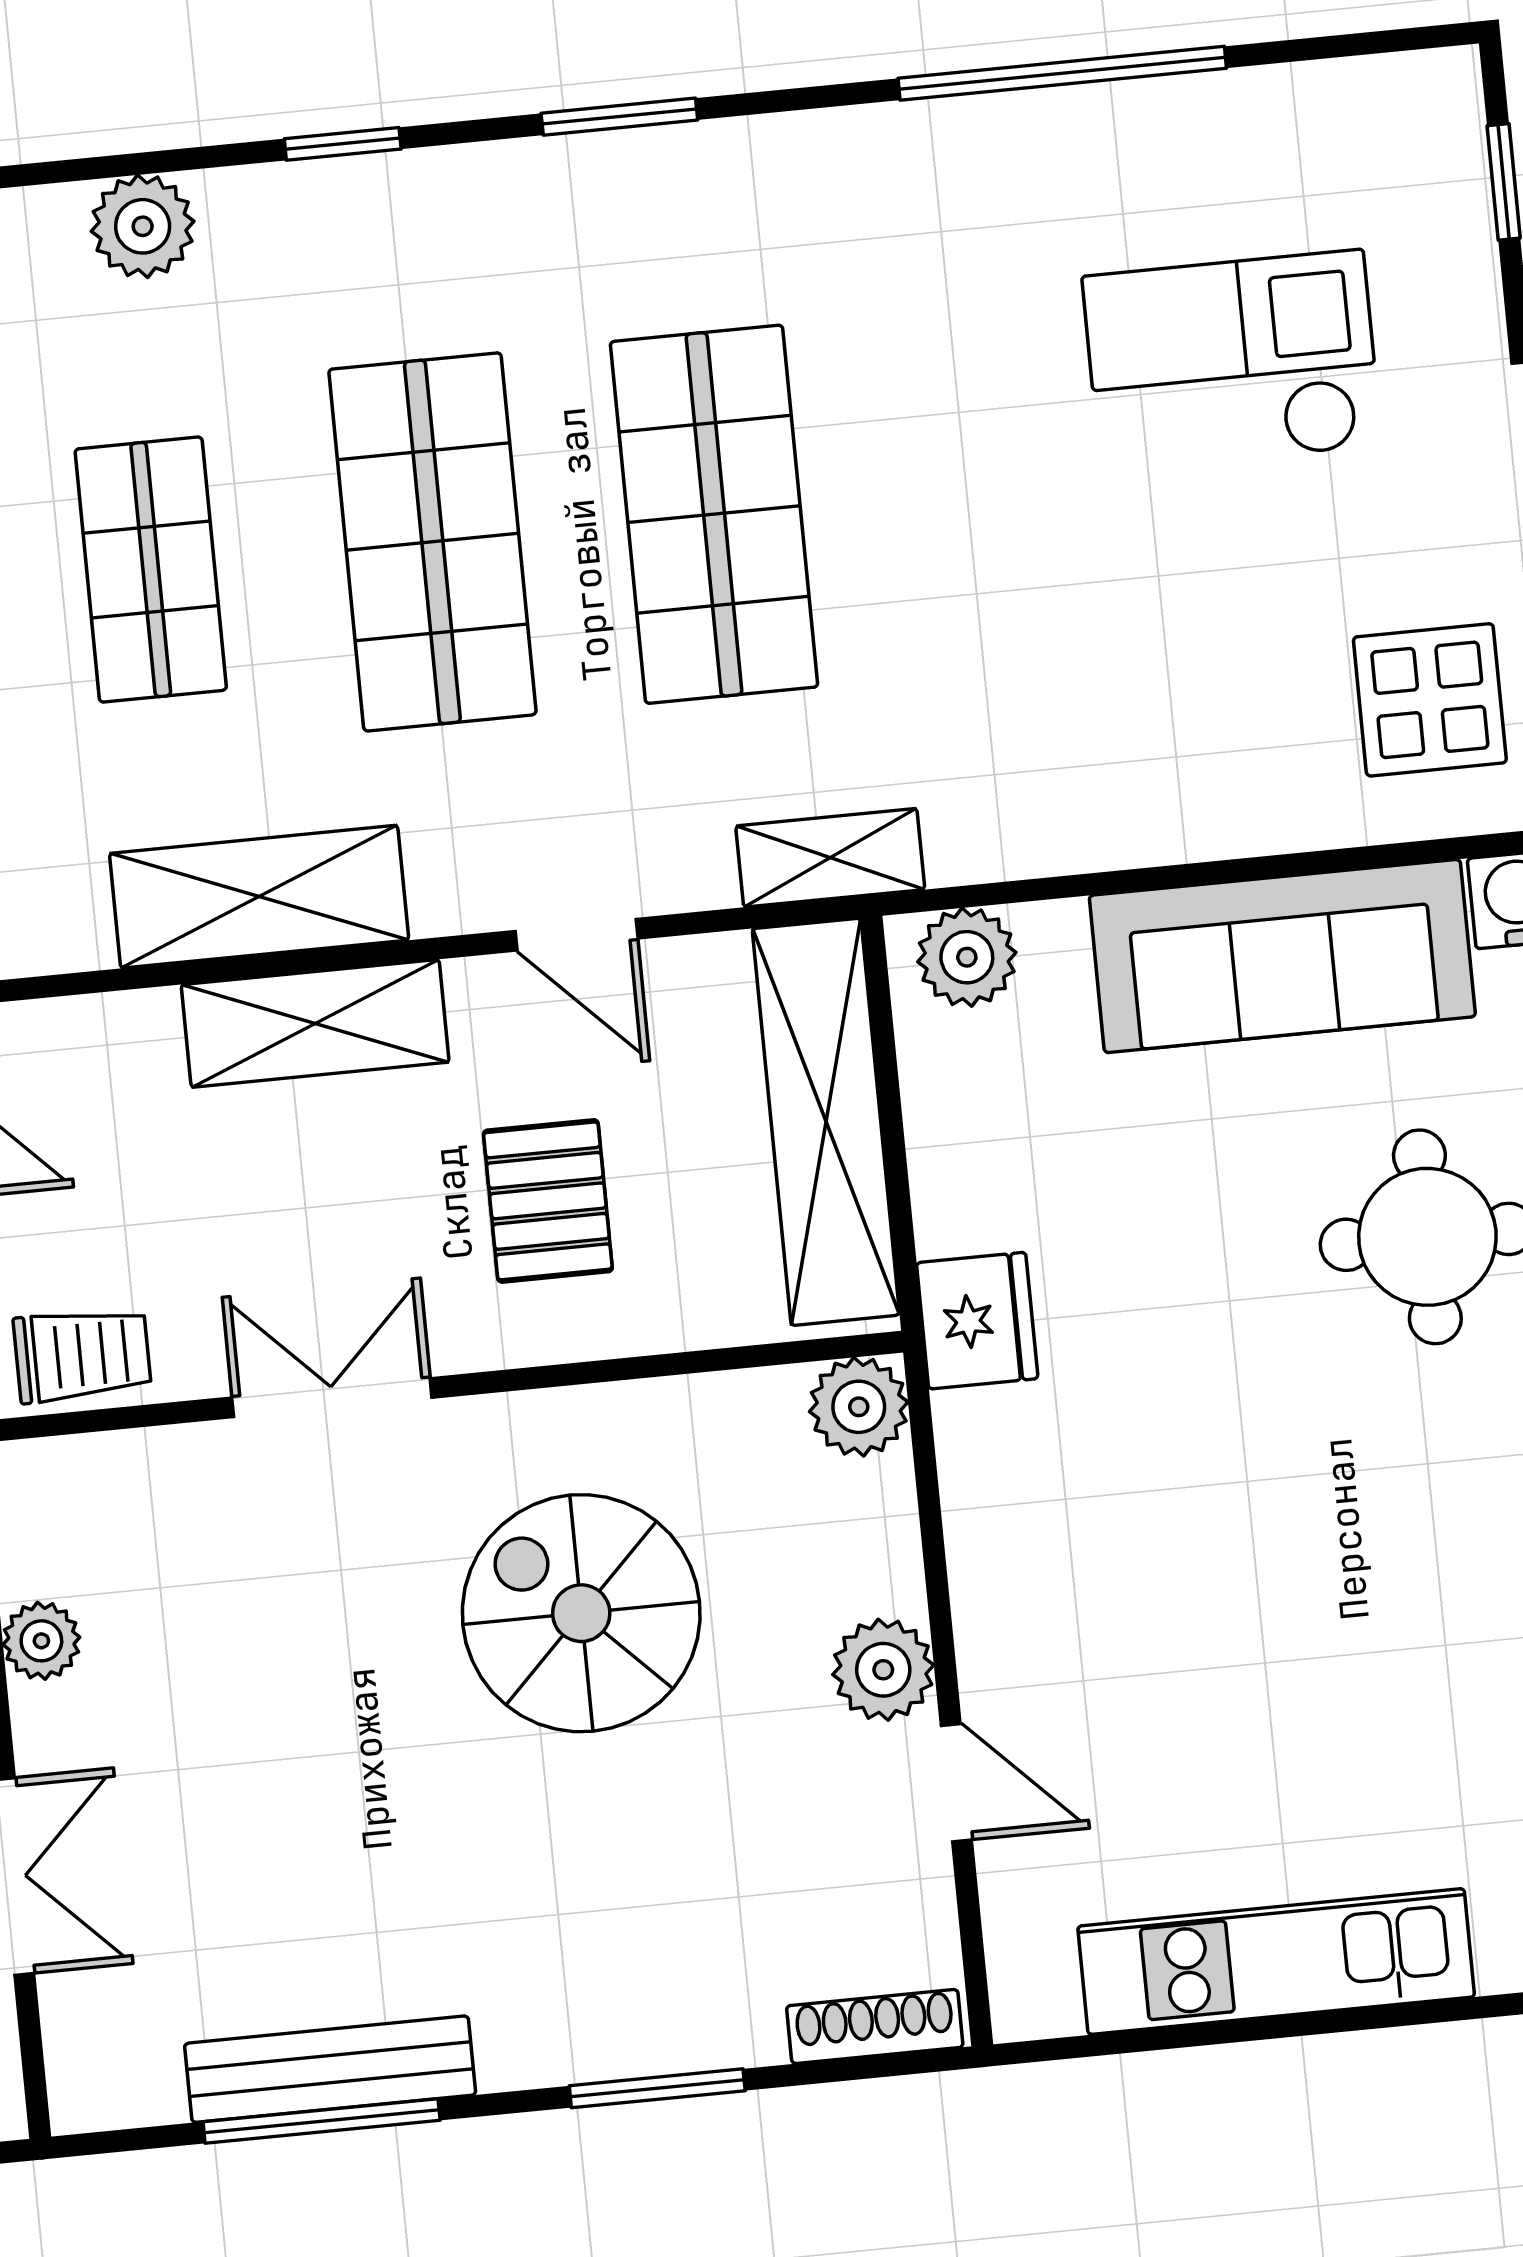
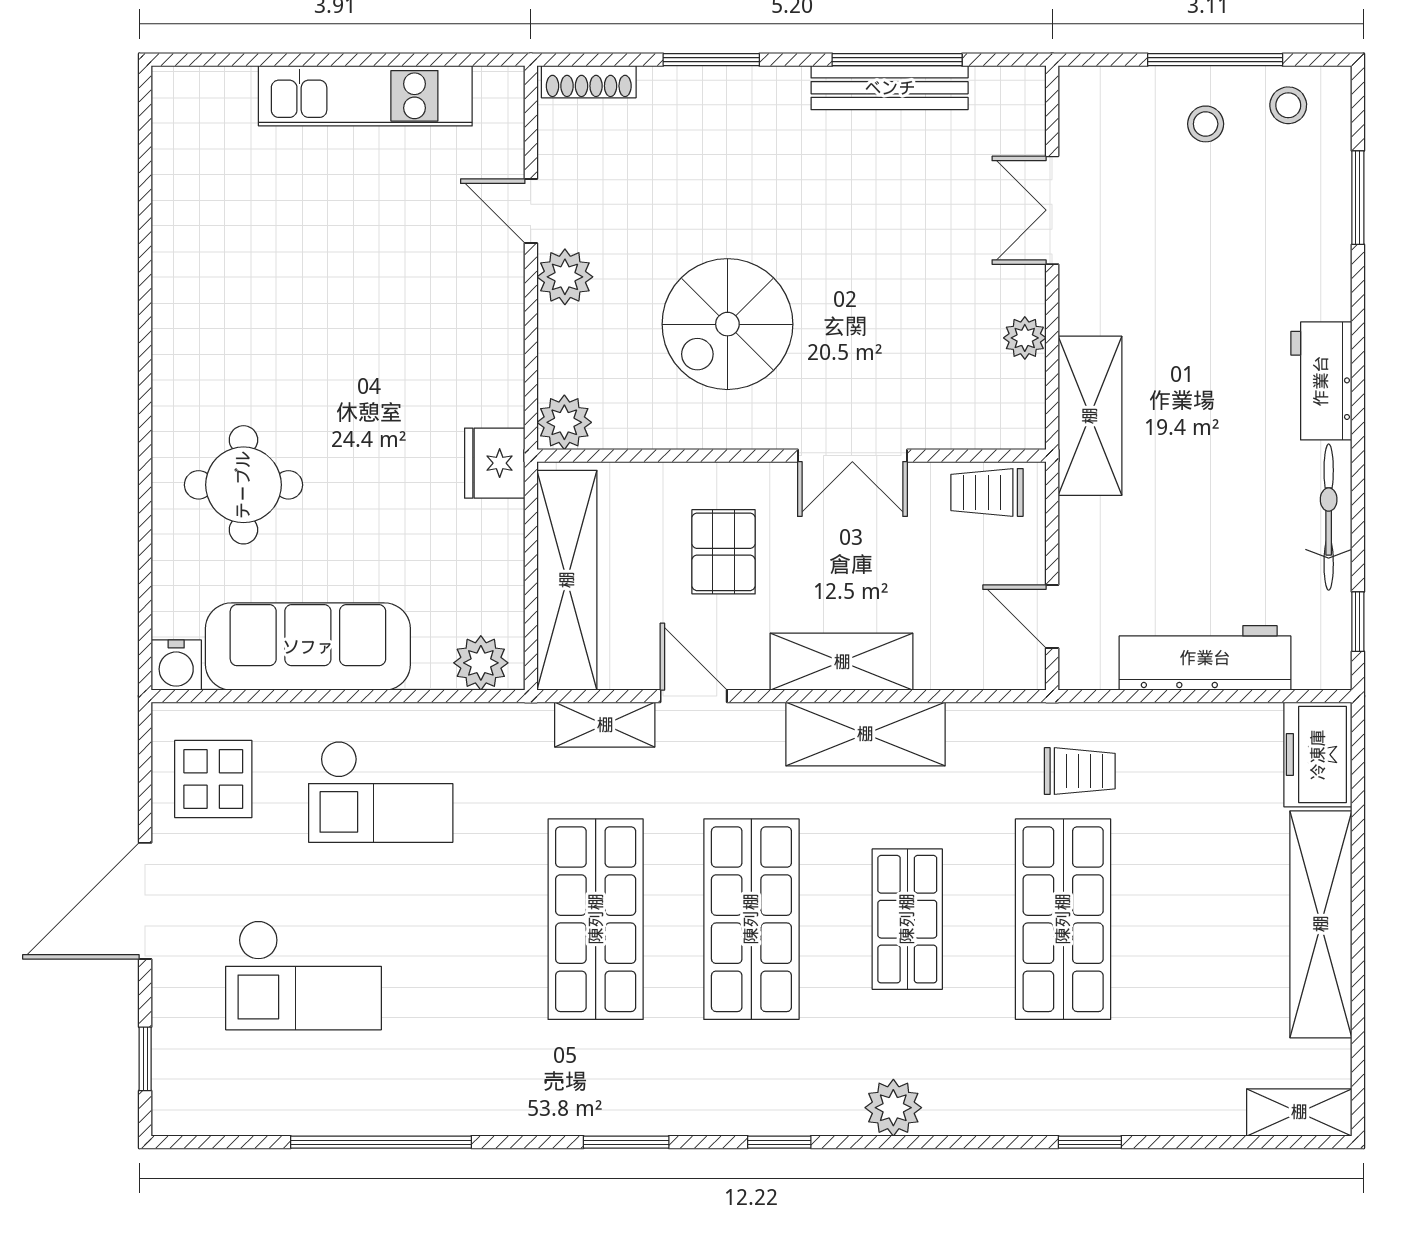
checkout: (1125, 707) -> (381, 792), added
shelving: (830, 858) -> (605, 725), moved
spiral stairs: (581, 1613) -> (727, 324), turned 90

